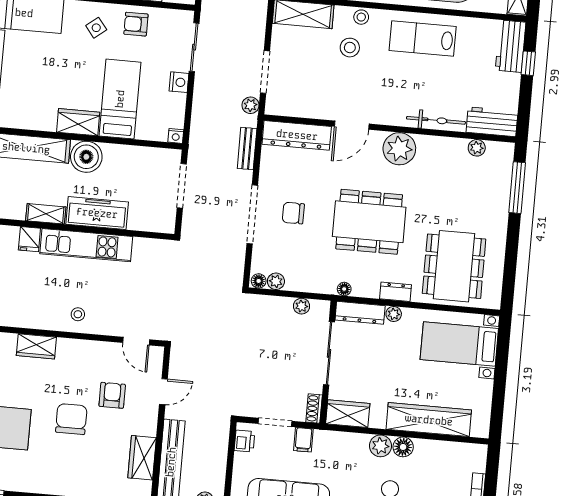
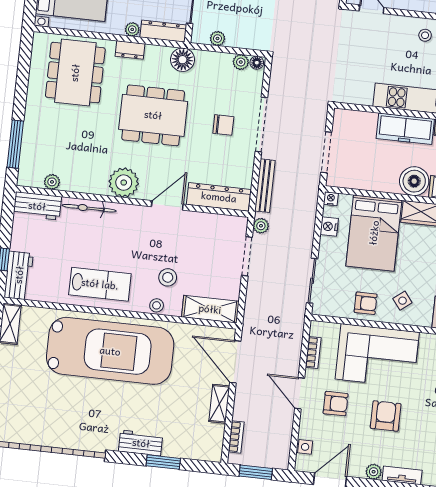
nightstand: (179, 82) -> (329, 226), moved
bed: (120, 99) -> (374, 233), width x1.50
bench: (247, 149) -> (265, 186), width x1.36
floor lamp: (344, 289) -> (183, 60), width x1.89, depth x1.89

